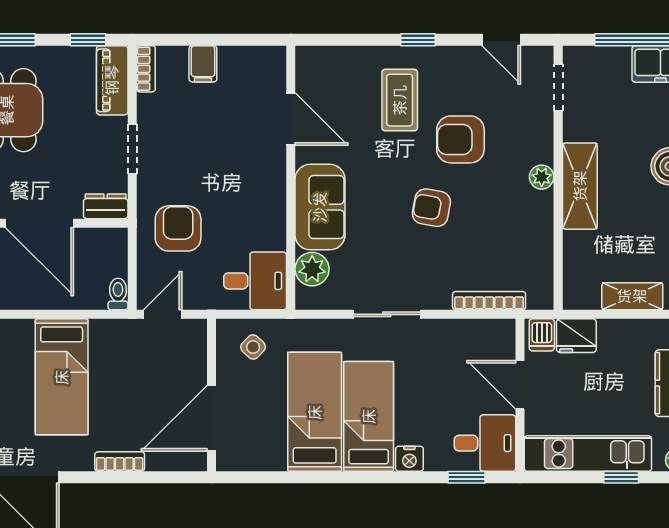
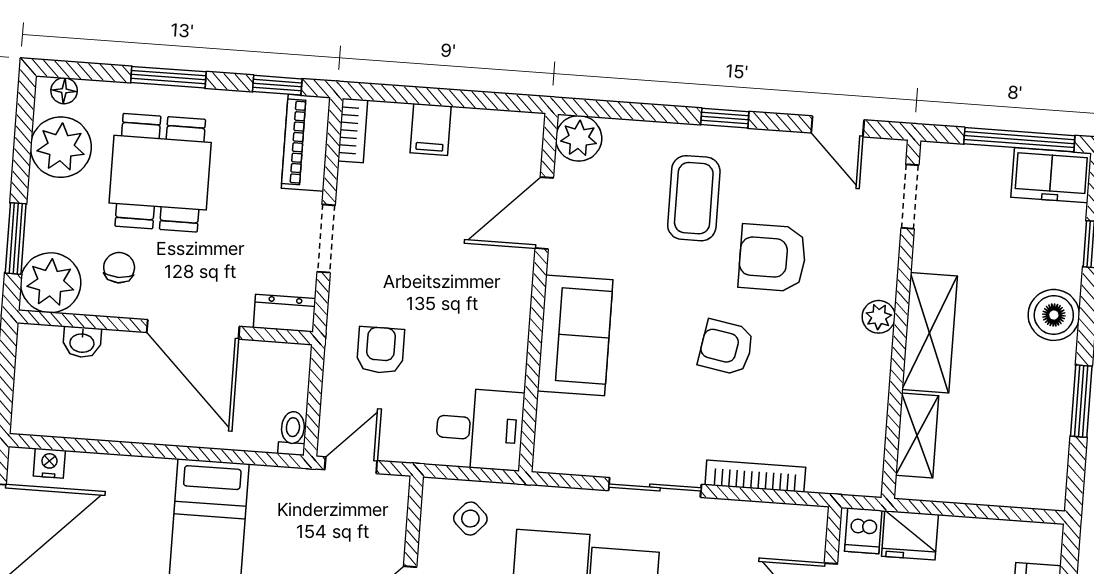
door: (291, 119) -> (544, 213), swing flipped
armchair: (178, 228) -> (381, 350), width x0.72, depth x0.72
plant: (312, 269) -> (579, 138), moved
shelving: (632, 296) -> (917, 435), moved, turned 90
bookcase: (489, 301) -> (755, 476), moved

